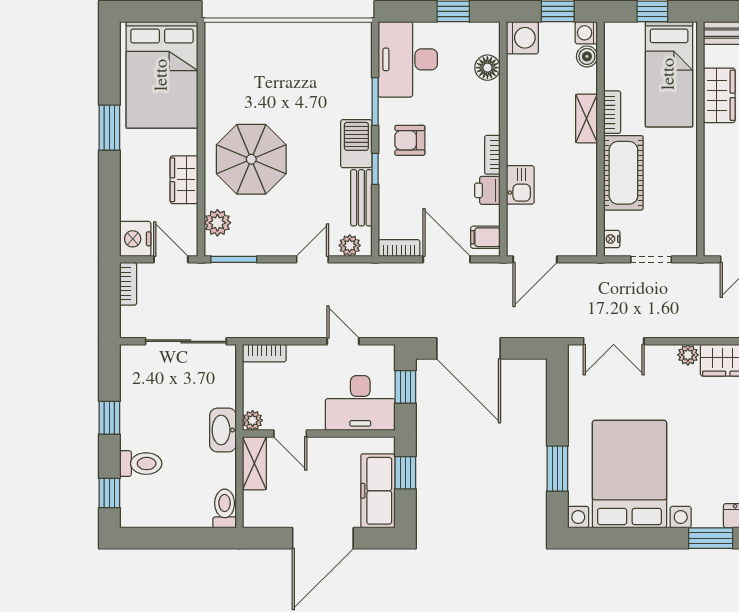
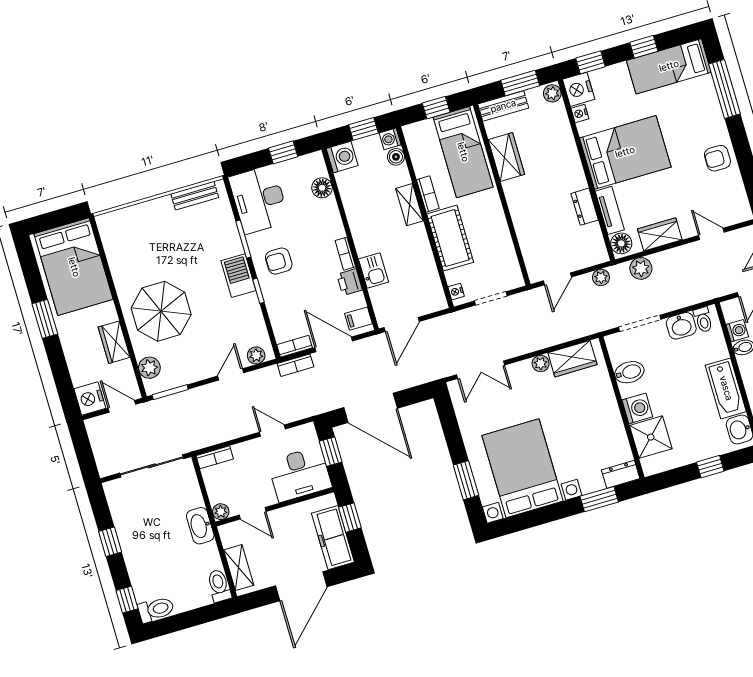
bench: (361, 198) -> (195, 196), moved, turned 90
bookcase: (128, 284) -> (295, 365), moved, turned 90
shelving: (254, 463) -> (239, 568), moved
toilet: (141, 464) -> (156, 609), moved

